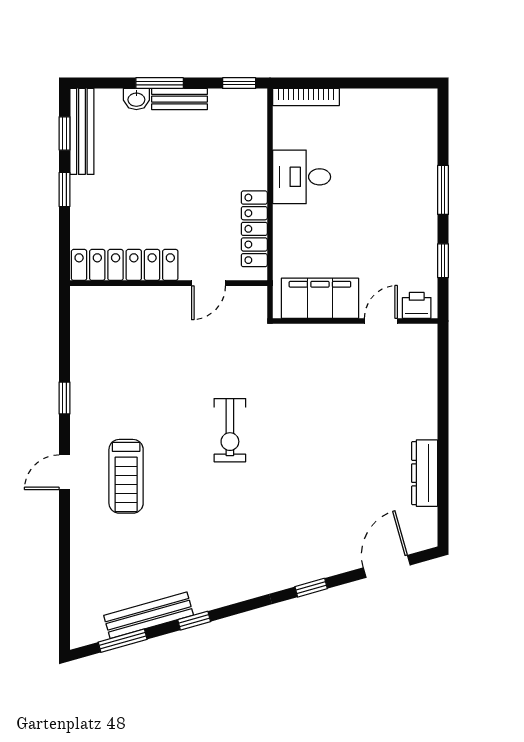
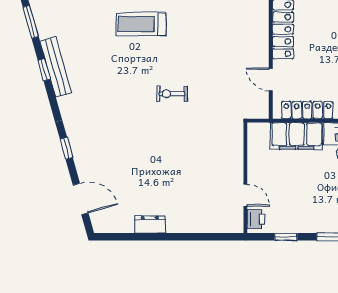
filing cabinet: (320, 298) -> (297, 136), moved, turned 90
exercise bike: (230, 430) -> (172, 94), width x0.73, depth x0.72
dresser: (425, 473) -> (150, 224), width x0.70
bench: (149, 615) -> (56, 67), moved

